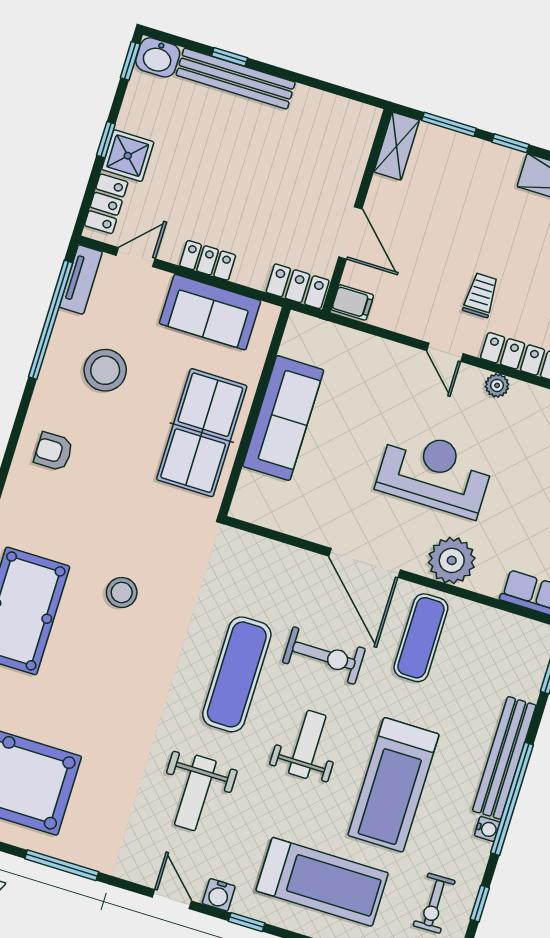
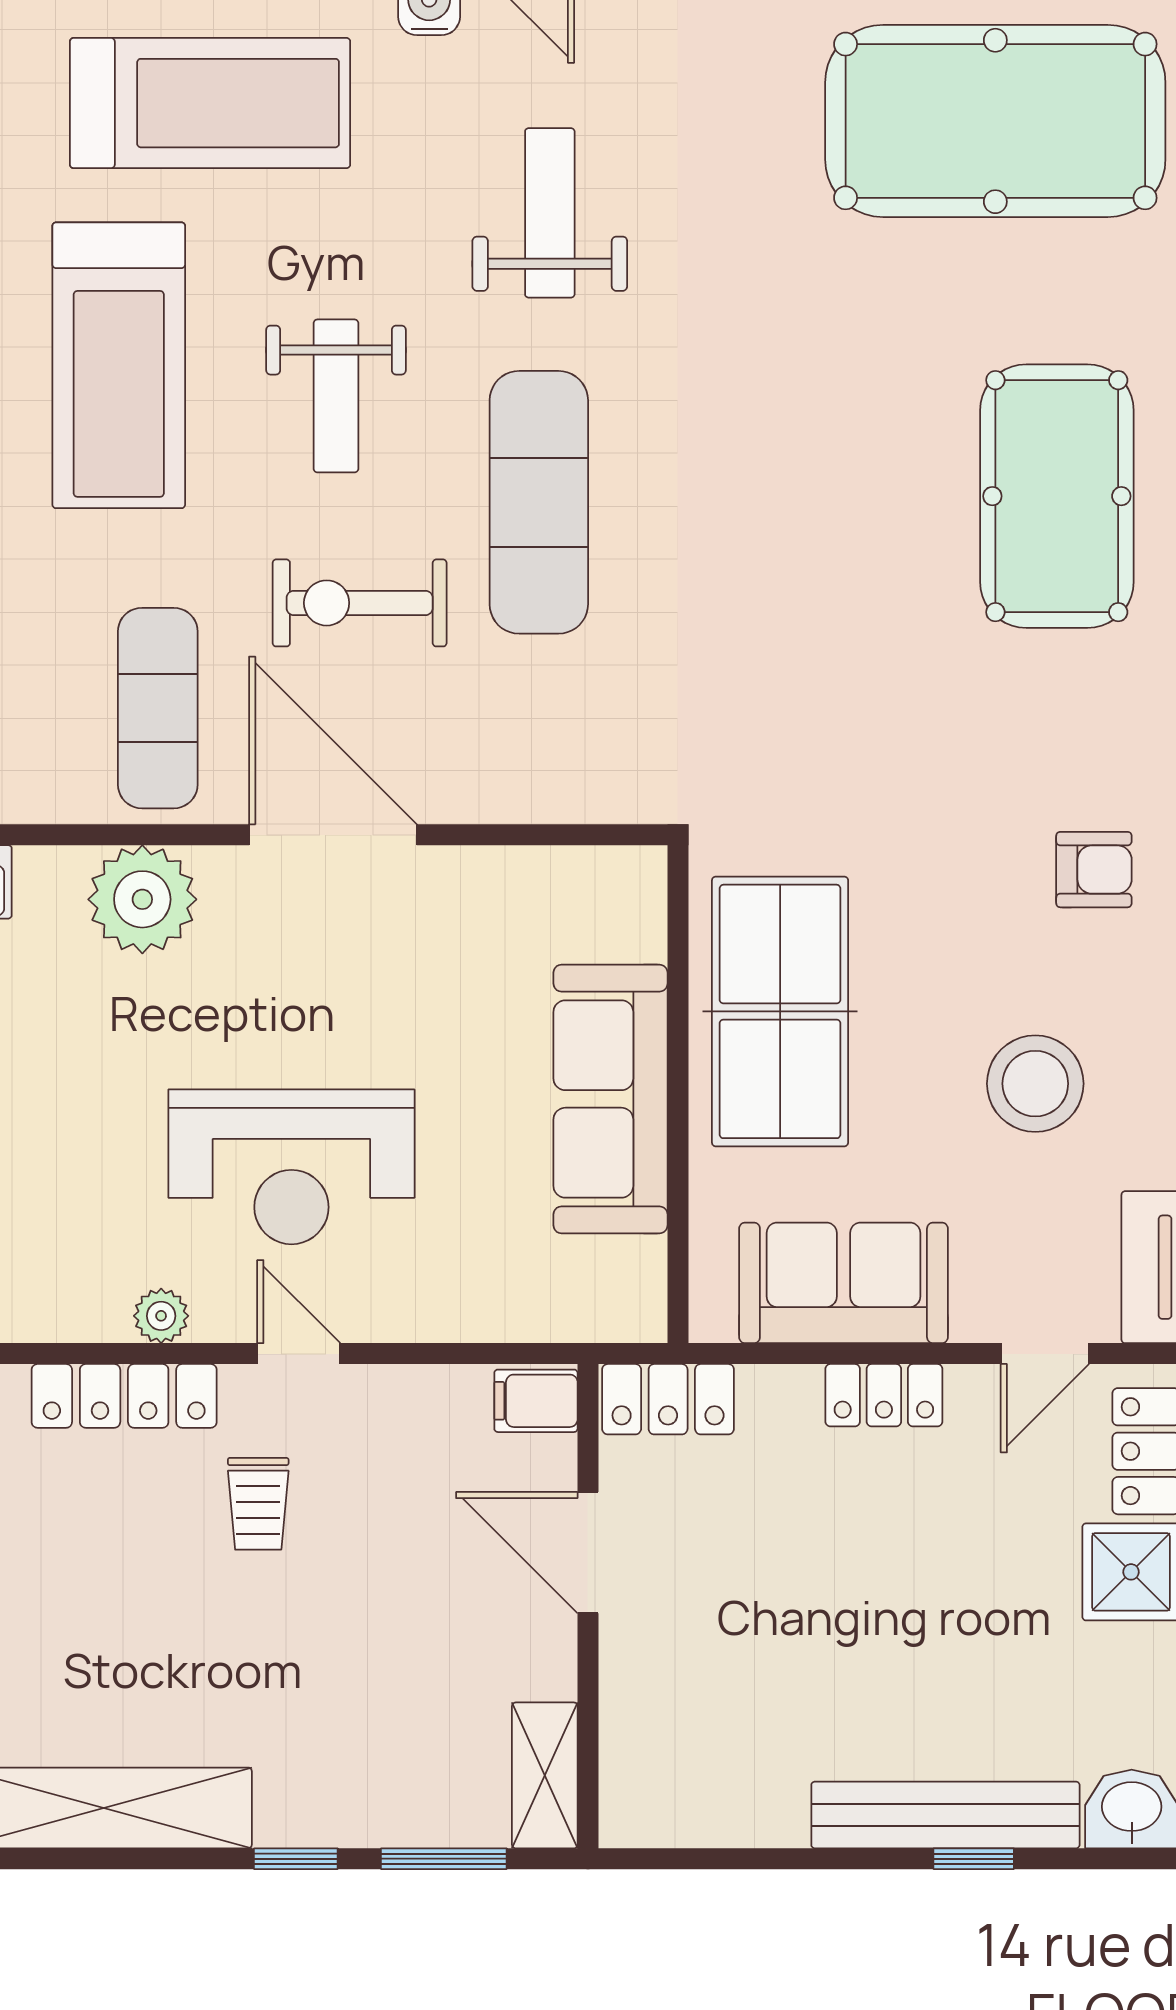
reception desk: (435, 473) -> (291, 1167), moved
stool: (122, 592) -> (848, 605), removed
treadmill: (393, 785) -> (119, 365), turned 180
treadmill: (322, 882) -> (210, 103), turned 180

